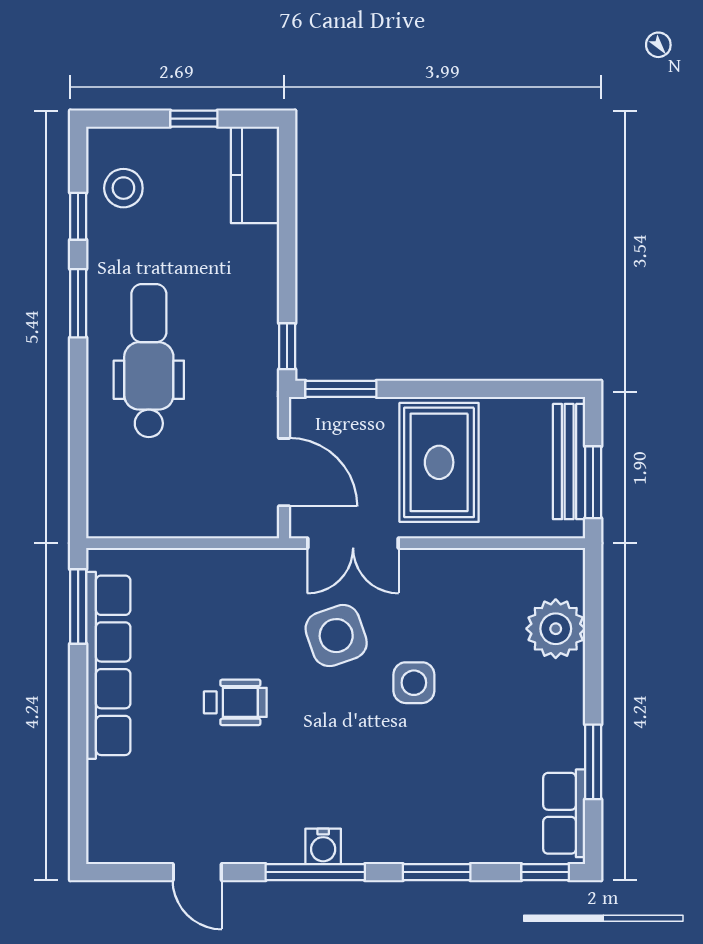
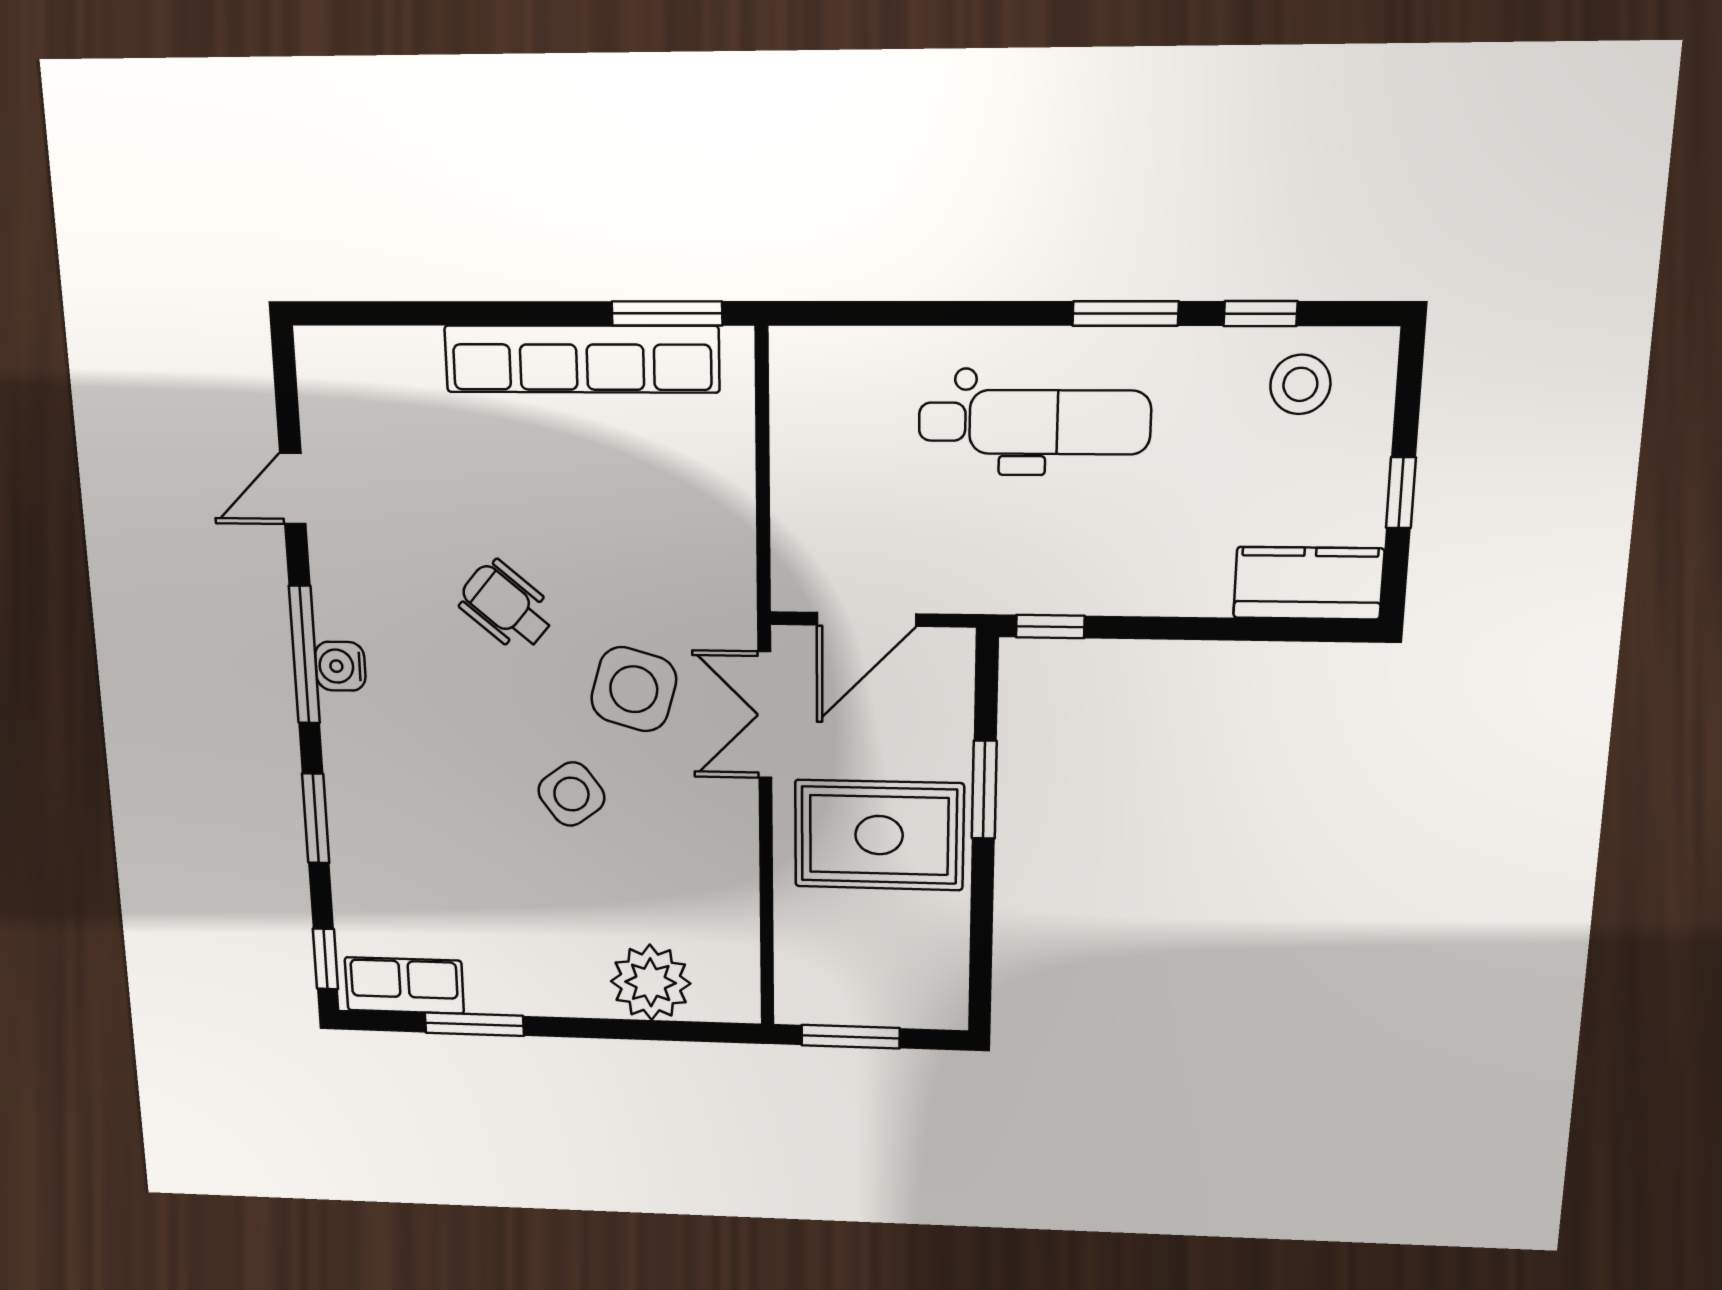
window: (341, 389) -> (984, 790), moved
bench: (569, 462) -> (879, 1007), removed
side table: (336, 636) -> (634, 689), turned 35
side table: (414, 683) -> (571, 794), turned -36
wheelchair: (235, 702) -> (507, 606), moved, turned 130

